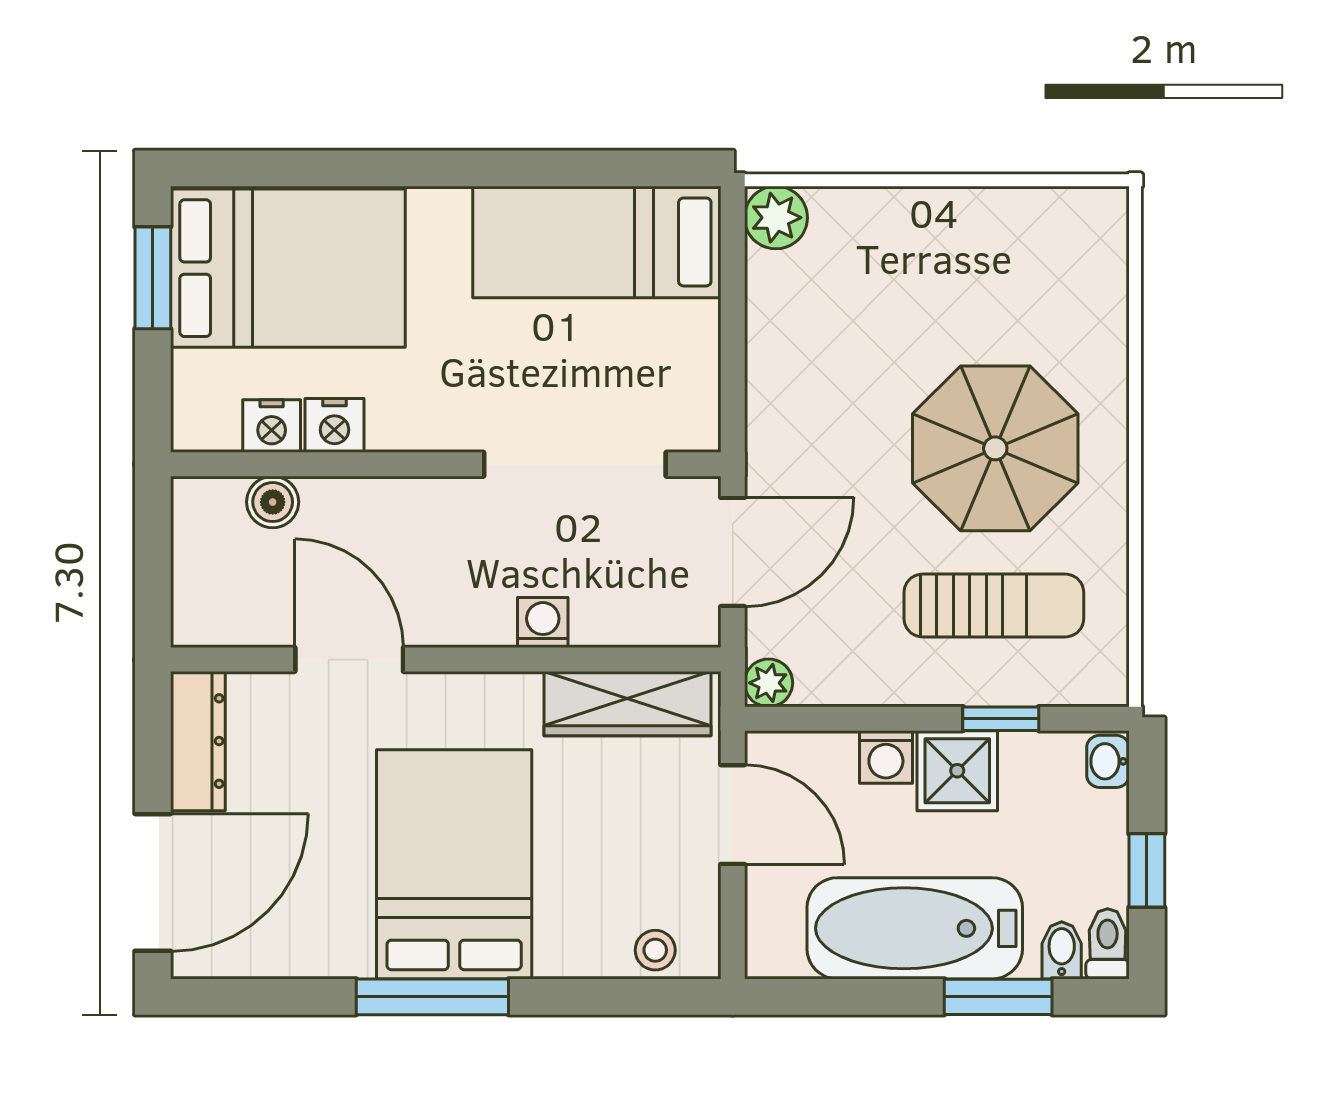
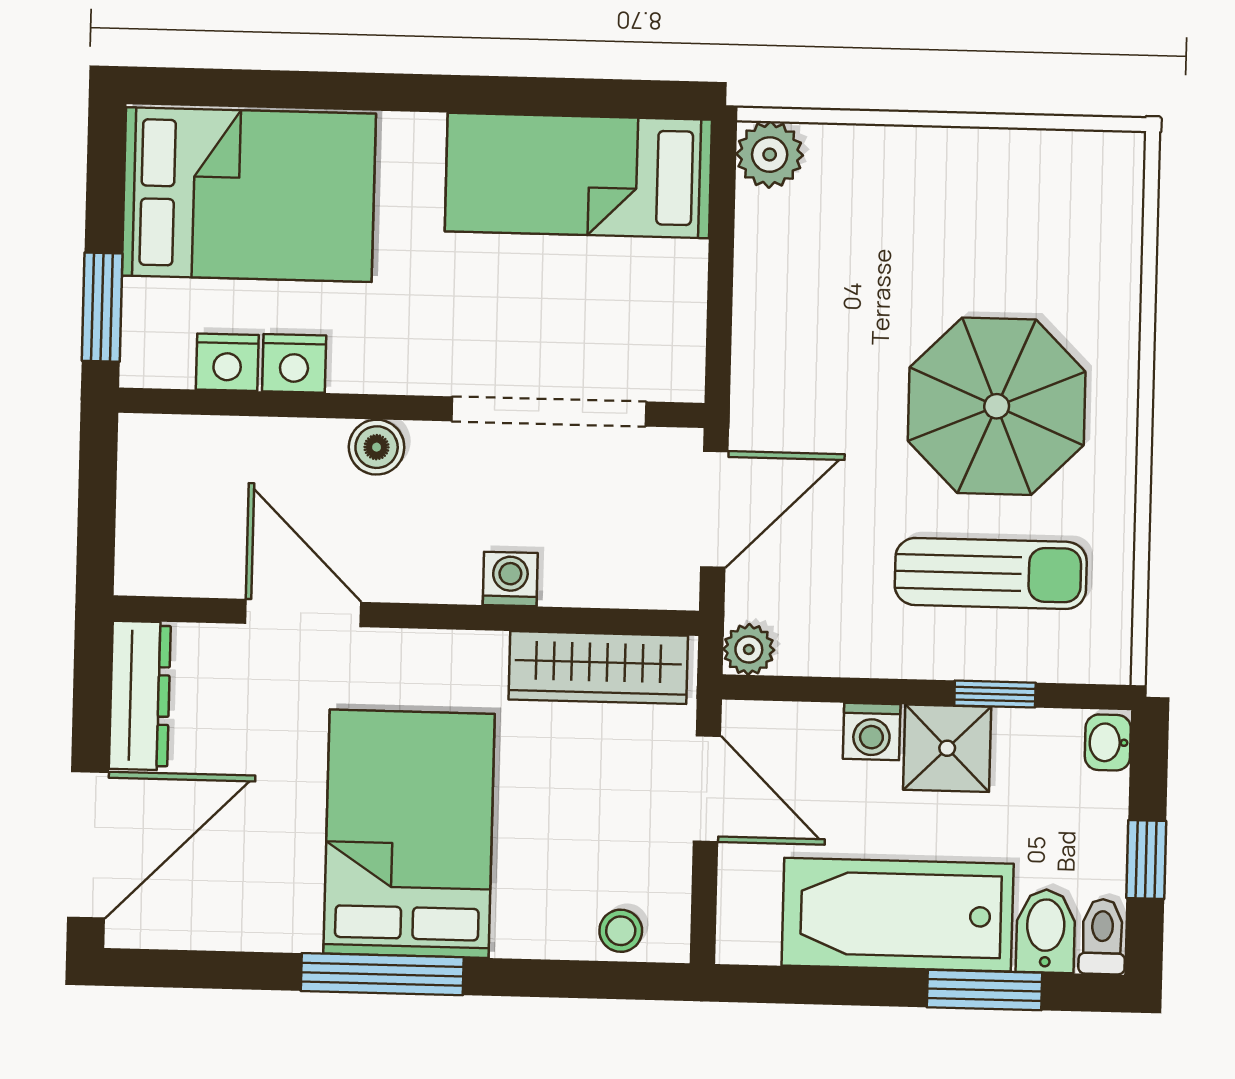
window: (153, 278) -> (102, 307), moved
boiler: (273, 502) -> (377, 447), moved
bidet: (1062, 950) -> (1046, 931), width x1.38, depth x1.36

